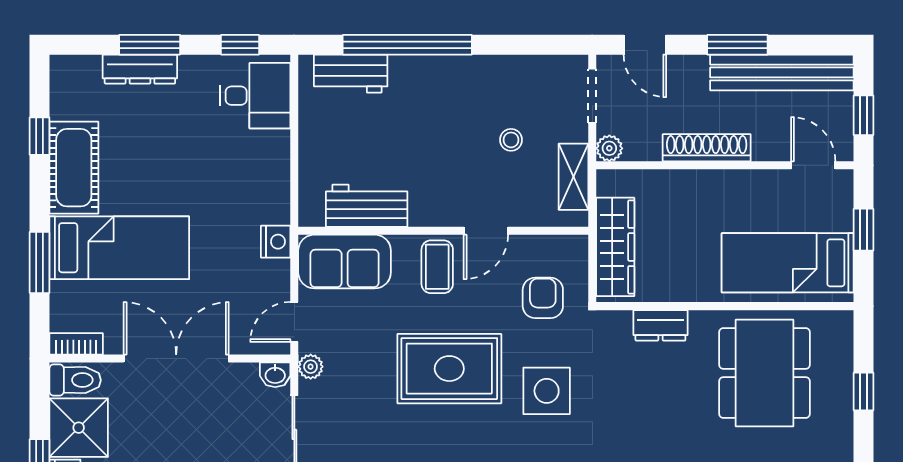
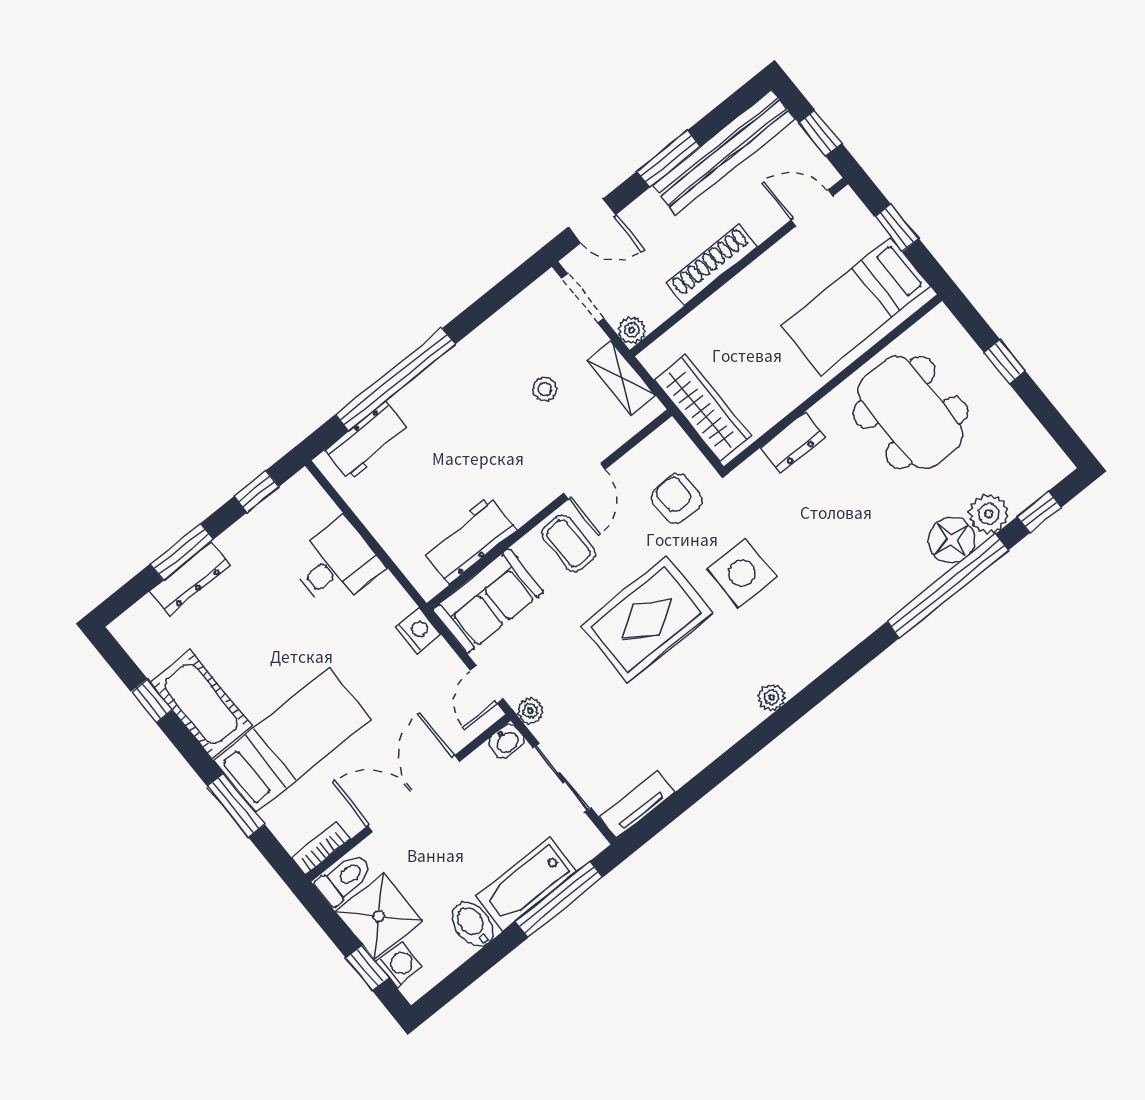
desk: (255, 96) -> (336, 564), moved

